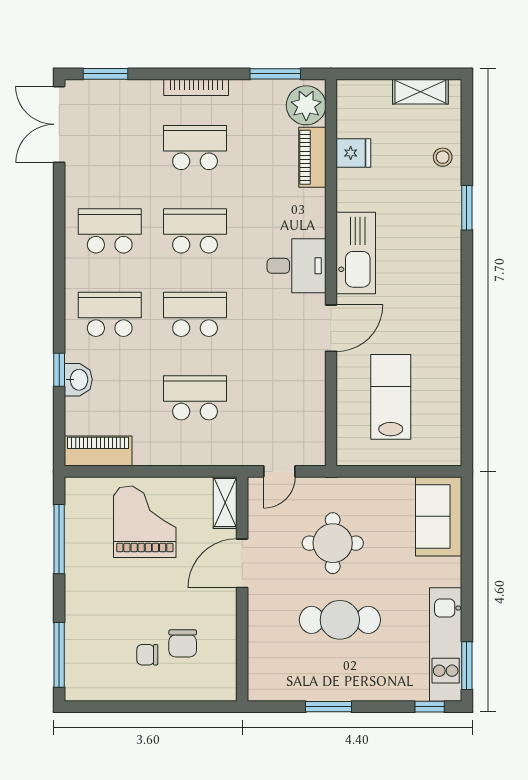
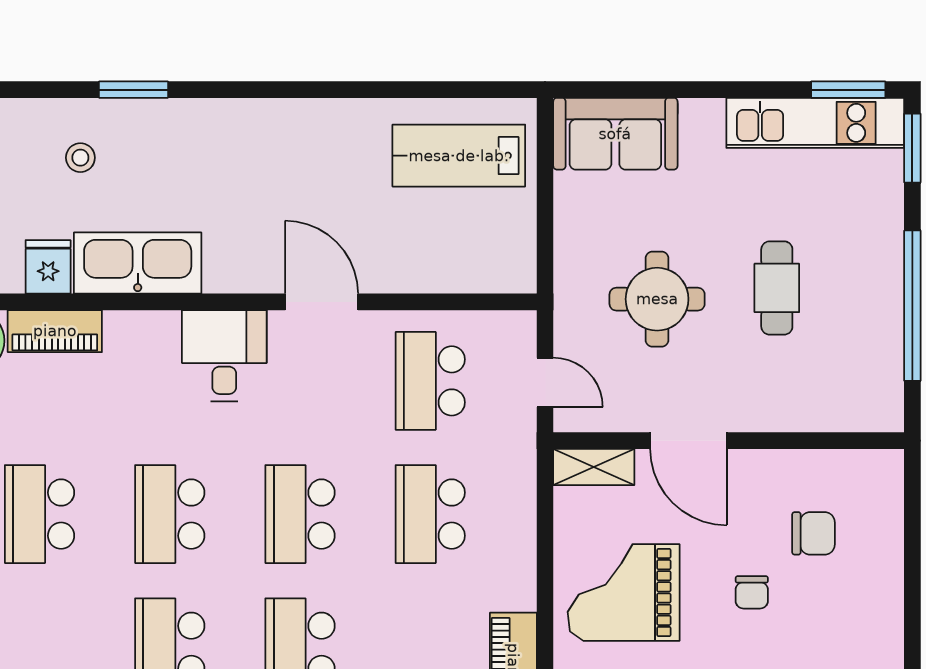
stool: (443, 157) -> (80, 158), moved
kitchen sink: (356, 253) -> (138, 263), moved
lab bench: (391, 397) -> (459, 156), moved
school desk: (280, 398) -> (430, 381), added
cafe table: (340, 620) -> (777, 288), width x0.73, depth x0.74
chair: (147, 655) -> (752, 592), moved
window: (329, 707) -> (912, 306), width x2.11
window: (430, 707) -> (912, 148), width x1.50

